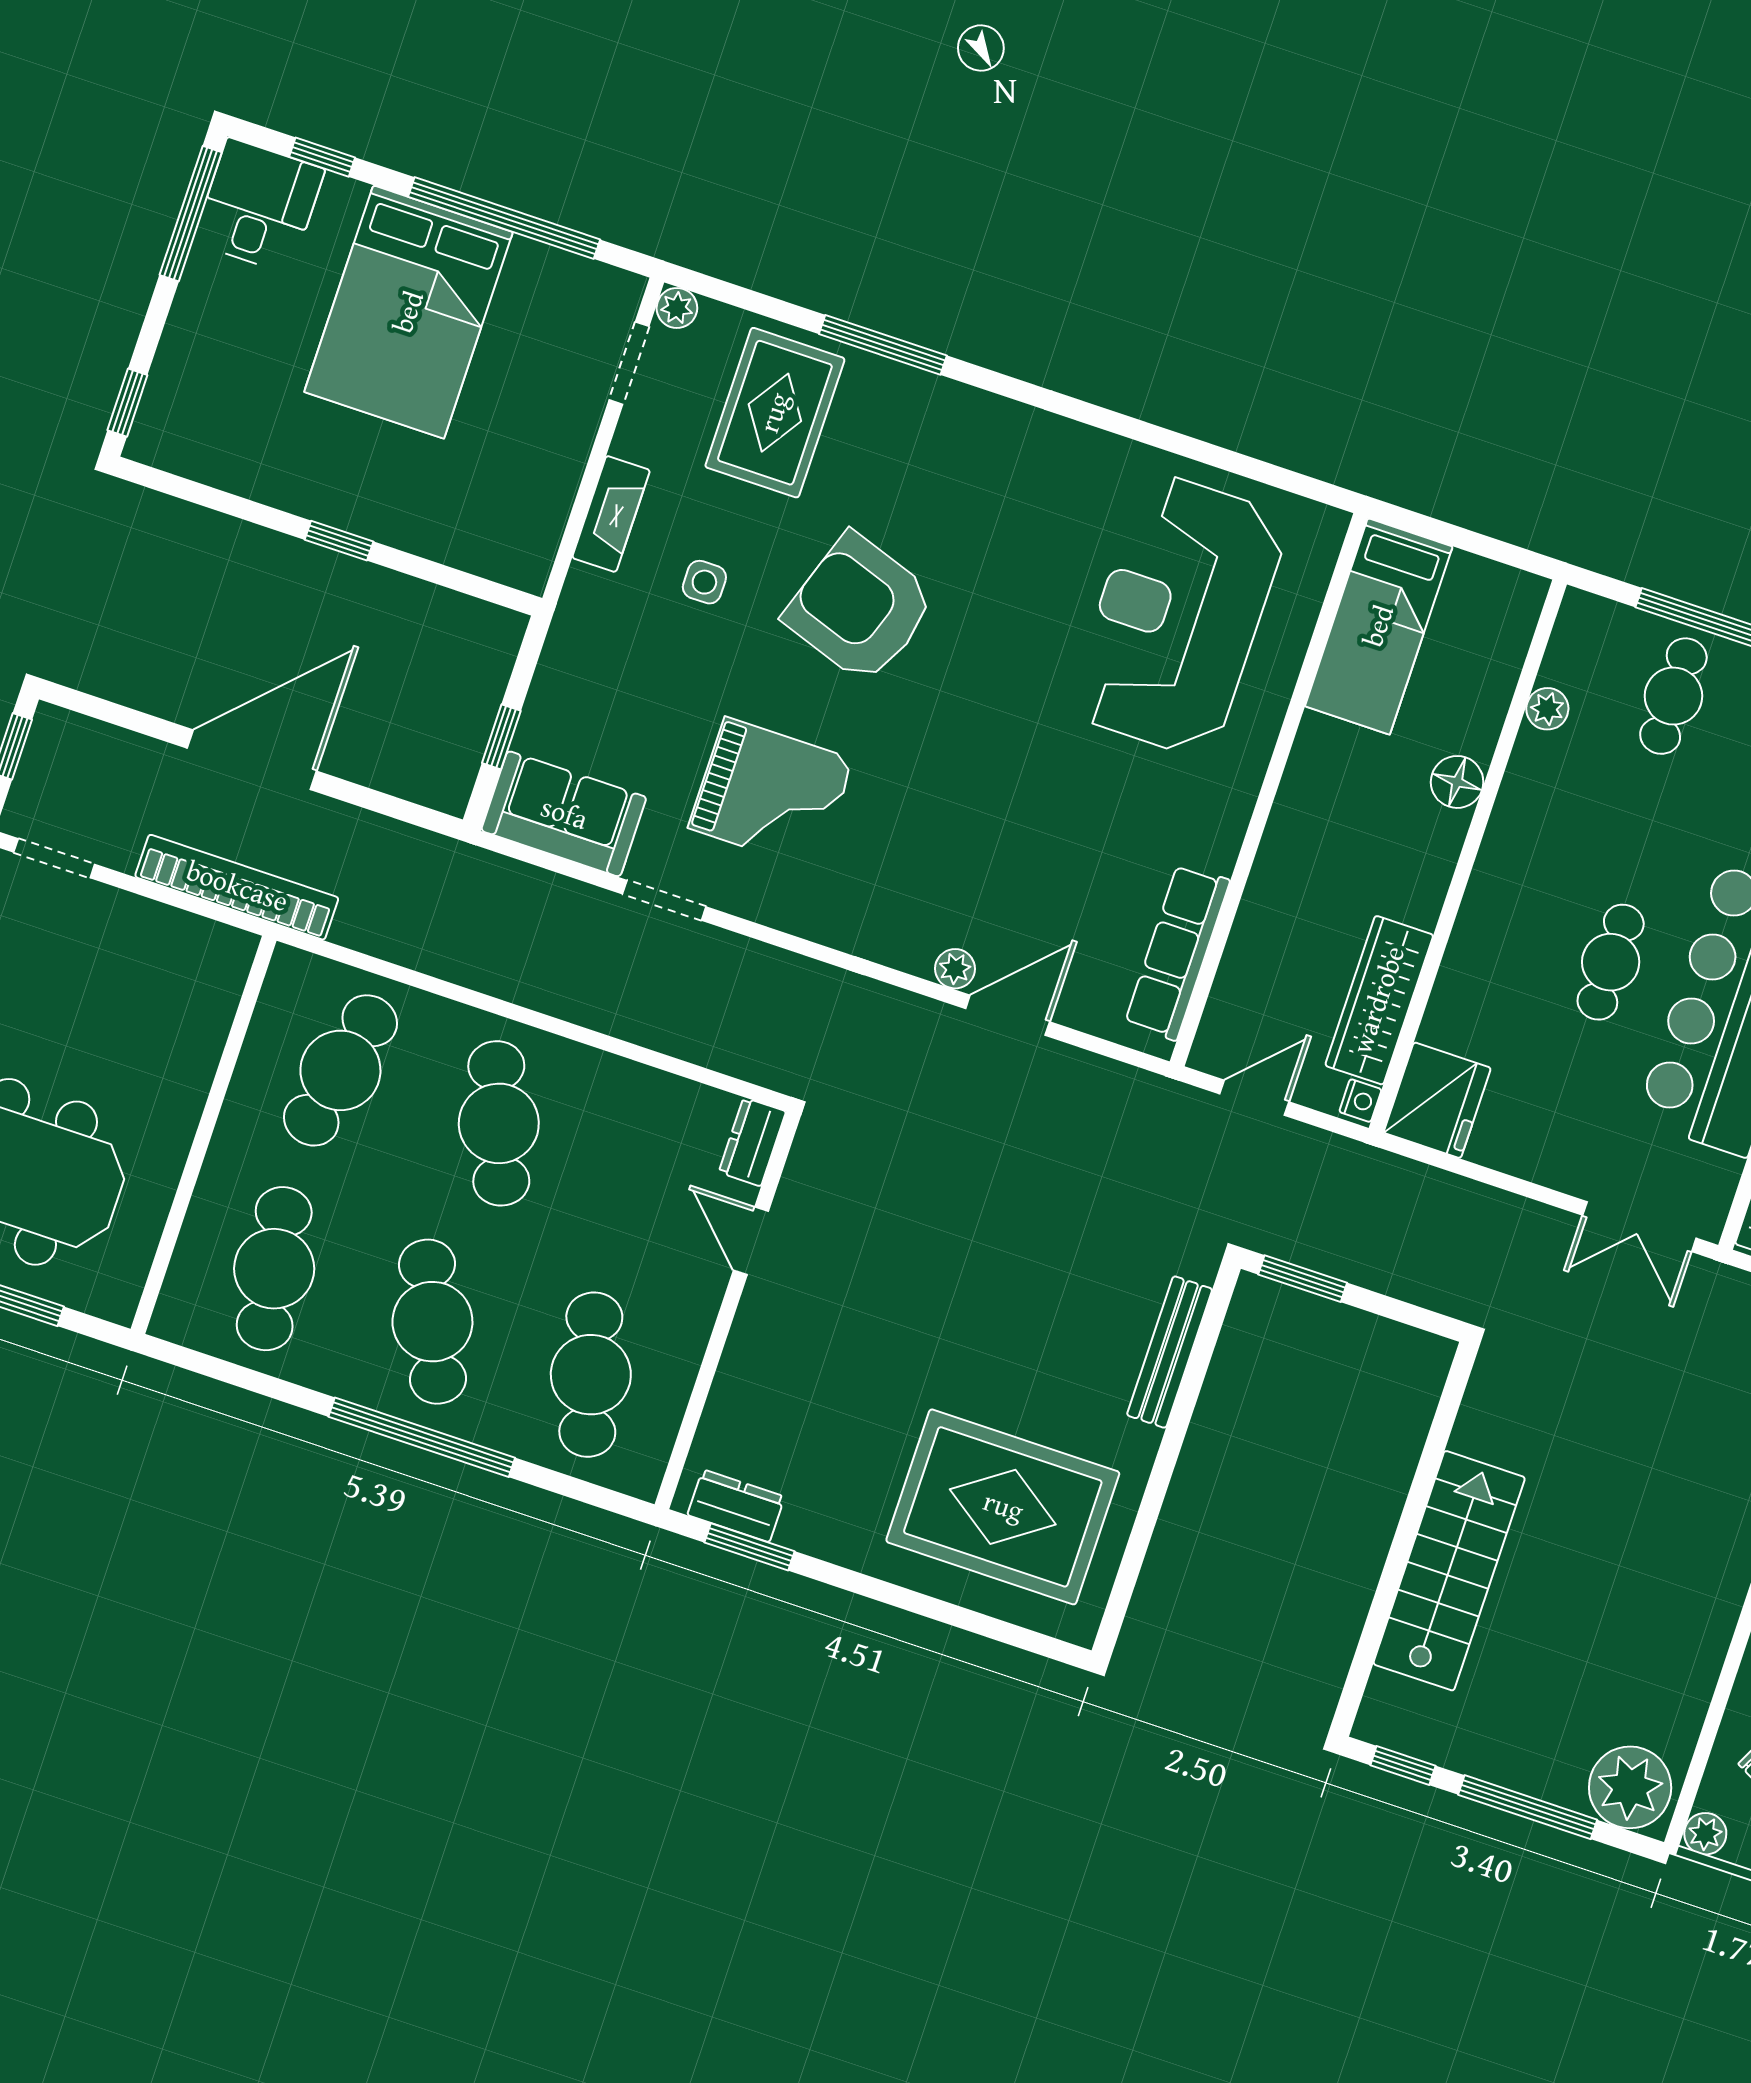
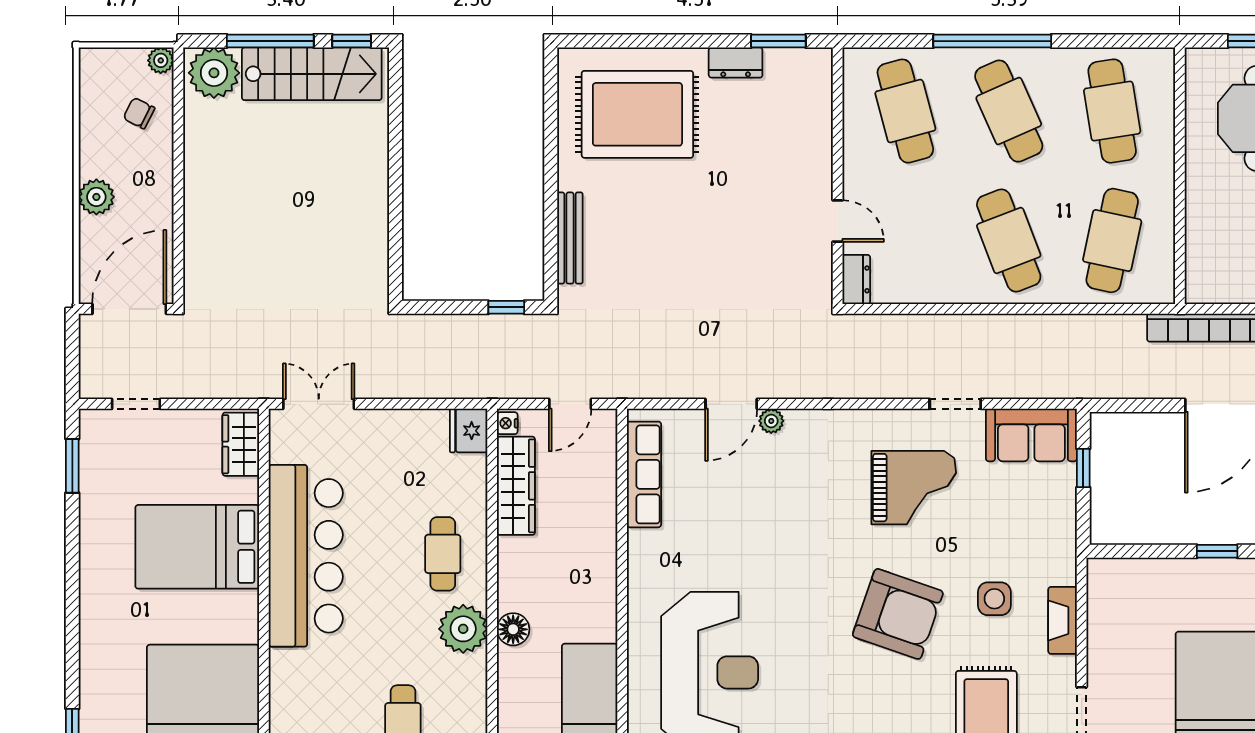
side table: (704, 582) -> (994, 599), width x1.37, depth x1.37
plant: (1547, 709) -> (463, 629), moved, width x1.87, depth x1.87
grand piano: (771, 794) -> (914, 488), turned 180
cafe table: (1611, 962) -> (443, 554), moved
fridge: (1437, 1100) -> (469, 431), width x0.73, depth x0.75
window: (1303, 1279) -> (506, 307), width x0.67
dresser: (736, 1506) -> (736, 63), moved
stairs: (1449, 1571) -> (312, 74), moved, turned -90

